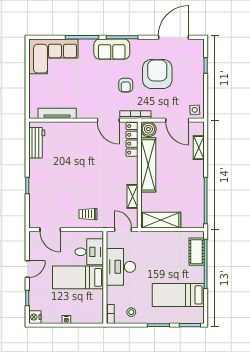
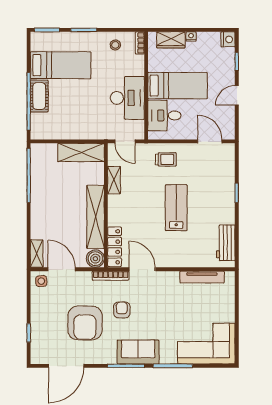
shelving: (199, 148) -> (37, 254), moved
lab bench: (79, 173) -> (176, 208), added
cot: (197, 252) -> (39, 96), moved
wardrobe: (84, 317) -> (171, 40), added

